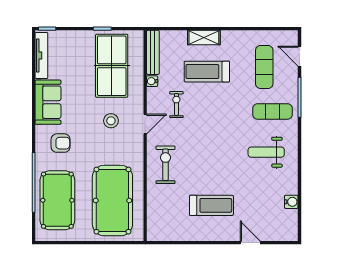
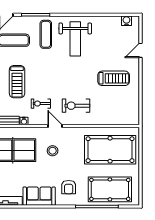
armchair: (61, 143) -> (69, 187), turned 180
weight bench: (266, 152) -> (75, 39), width x1.36, depth x1.33
exercise bike: (166, 165) -> (76, 106), moved
water cooler: (291, 202) -> (126, 21), moved
treadmill: (211, 205) -> (114, 78), turned 90

